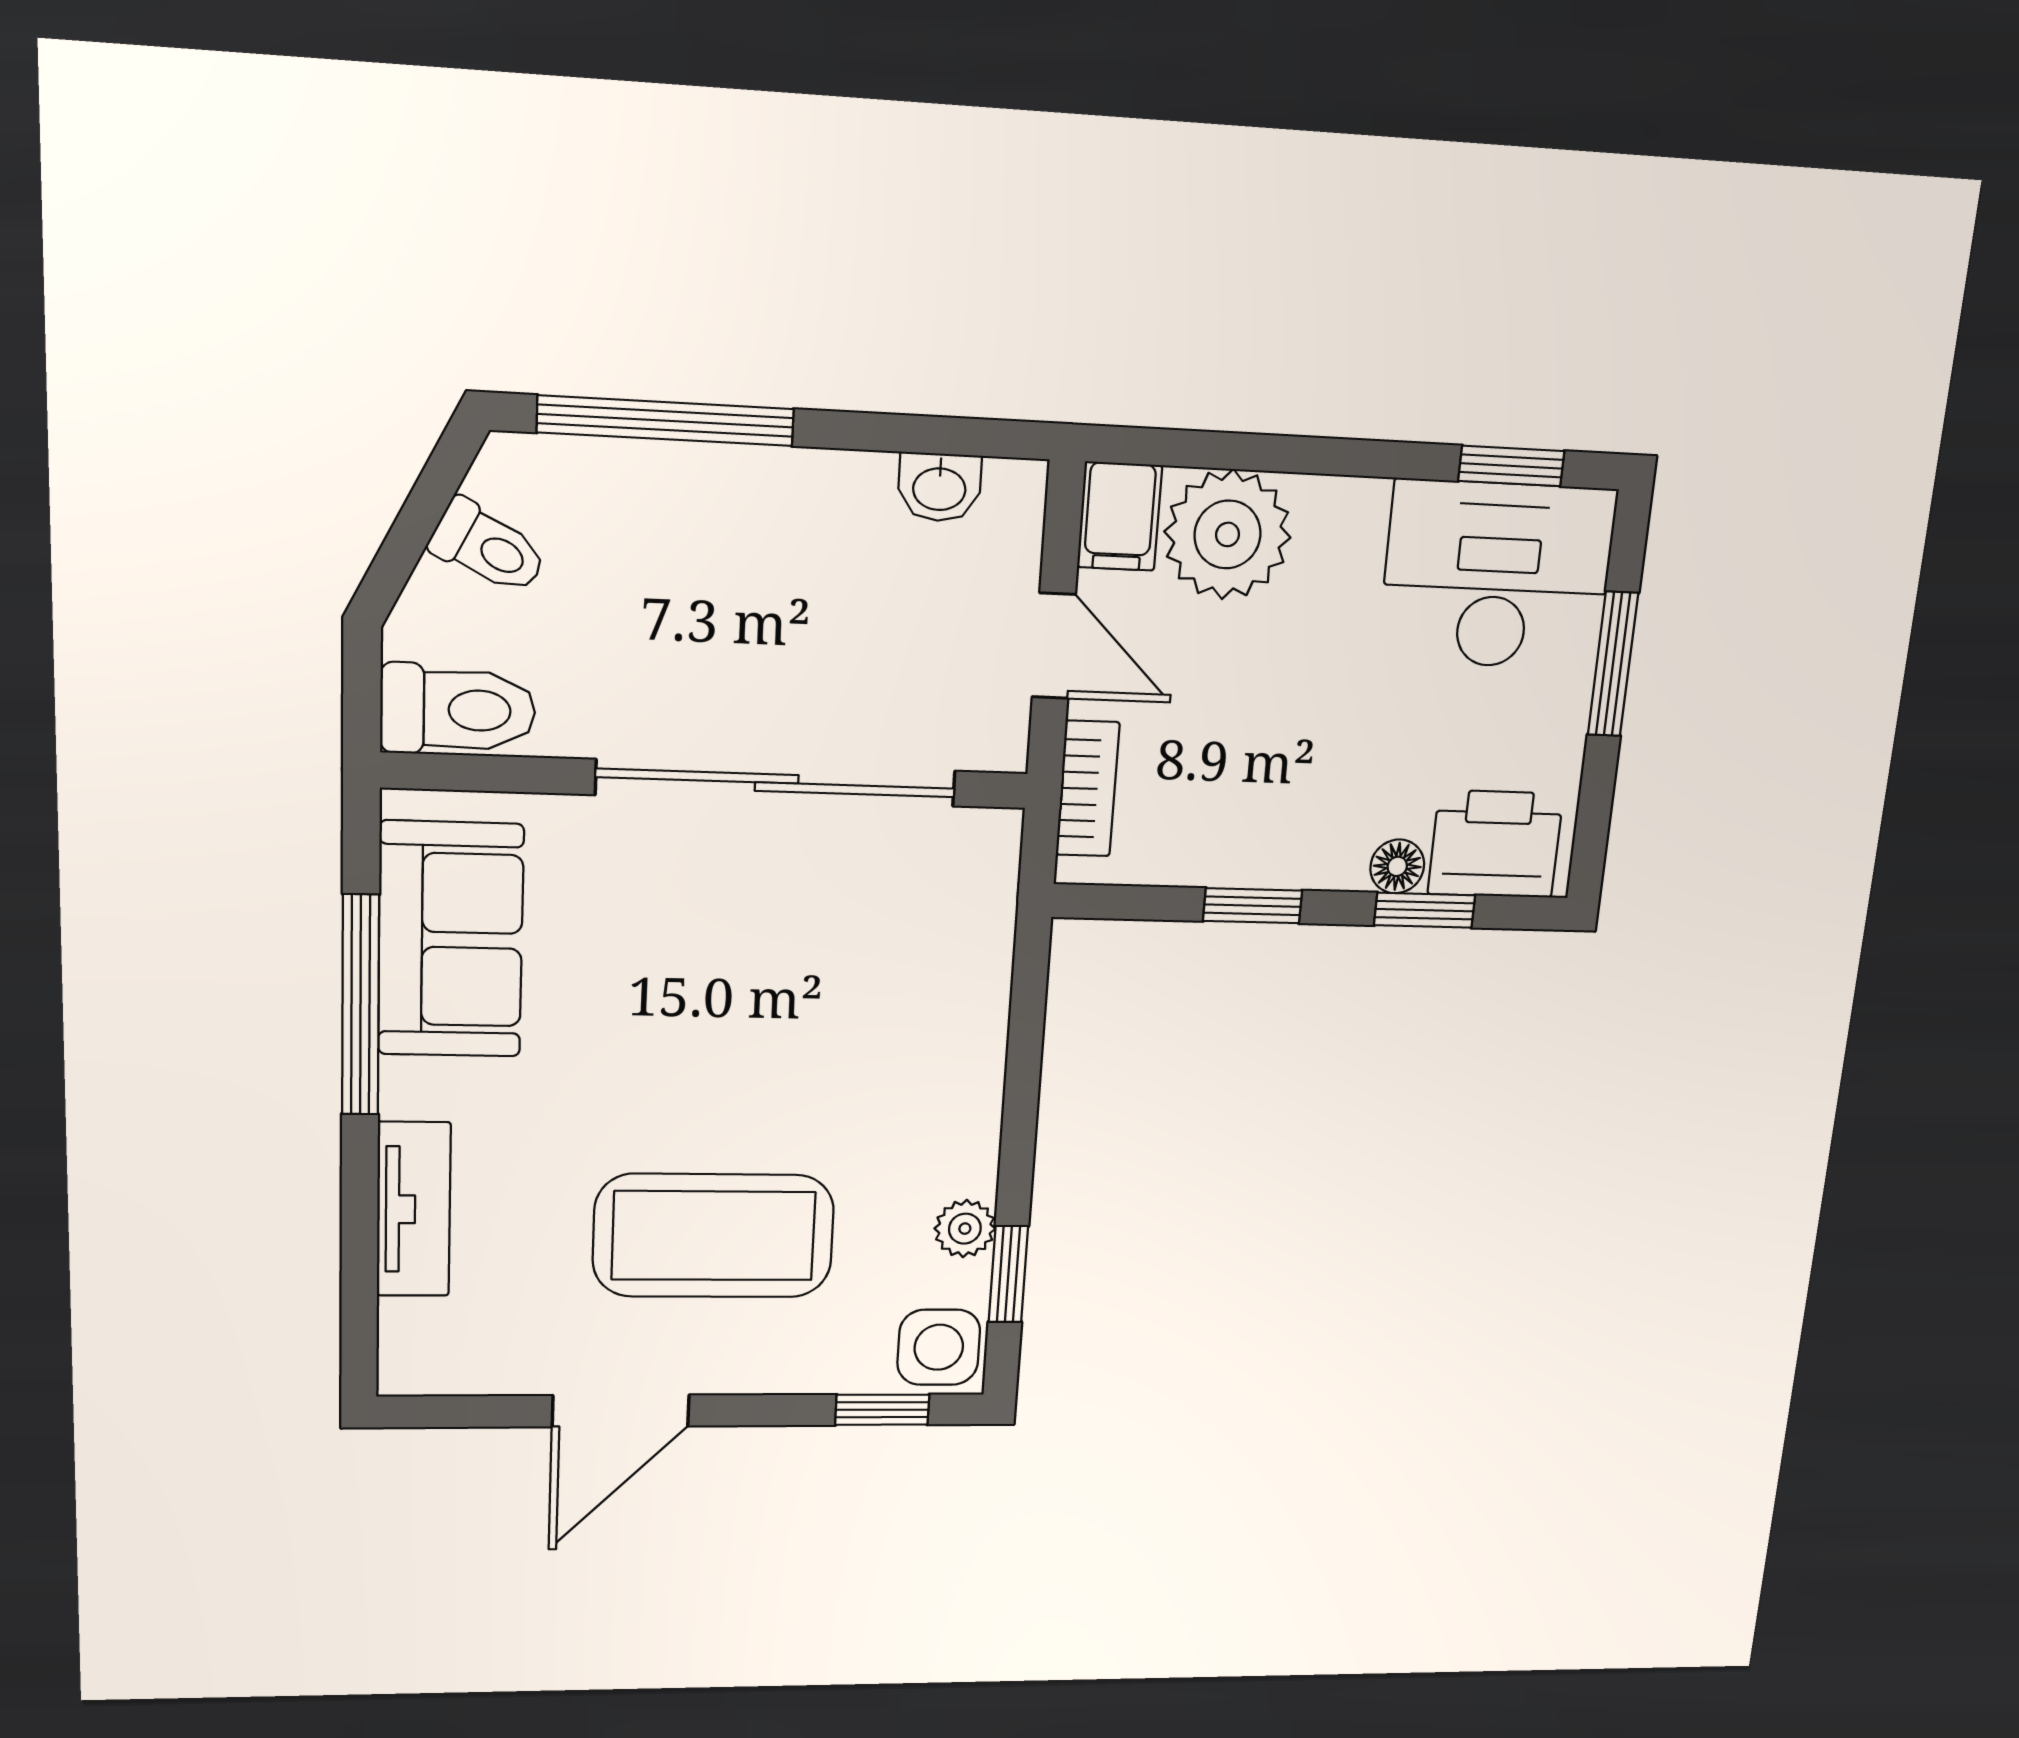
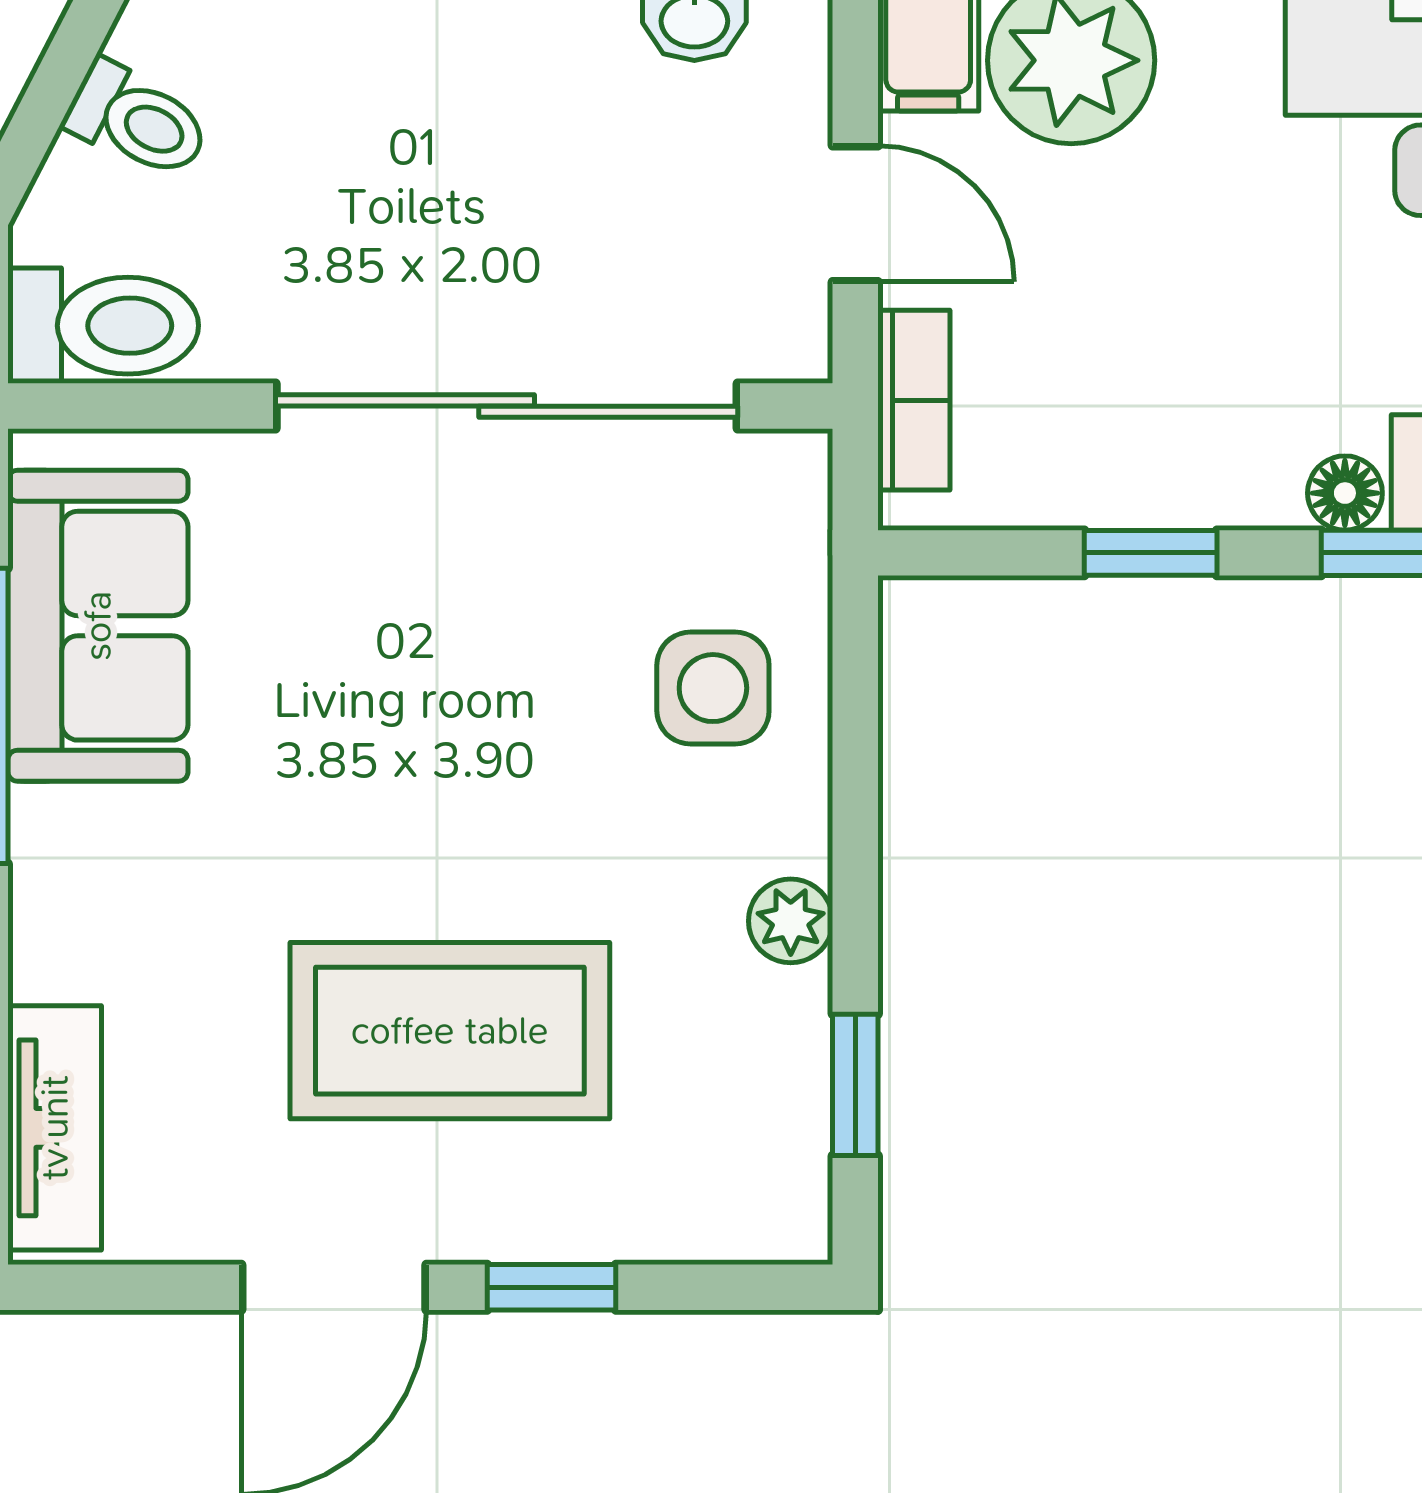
tv unit: (414, 1209) -> (55, 1128), moved
plant: (965, 1229) -> (791, 921), moved
side table: (939, 1347) -> (713, 688), moved
window: (882, 1410) -> (551, 1287), moved

